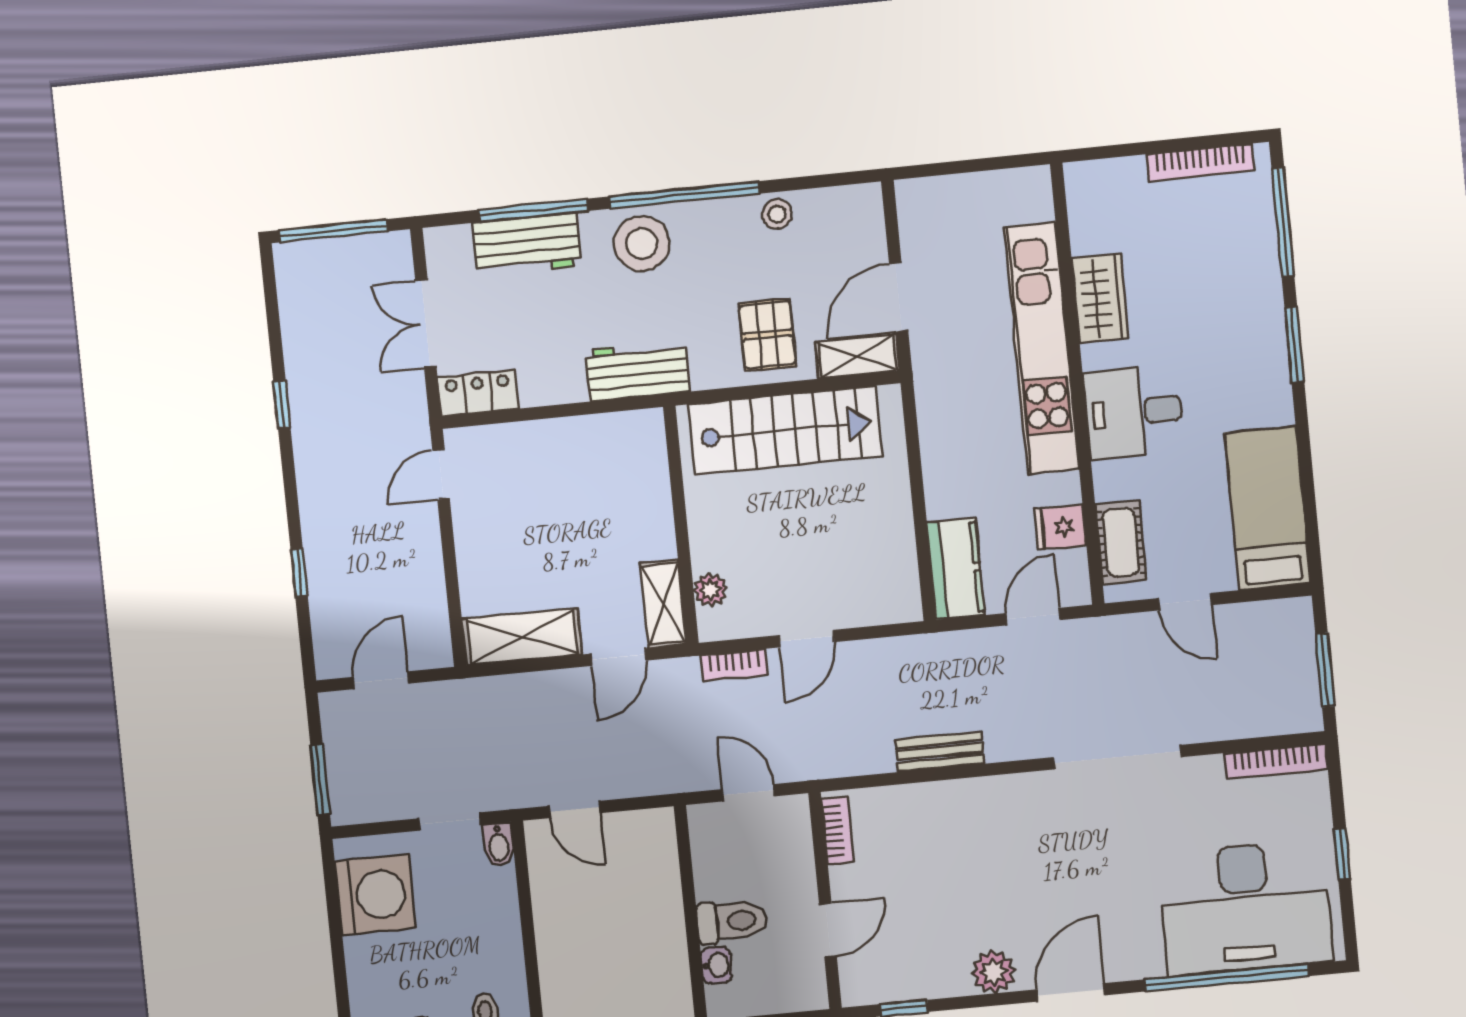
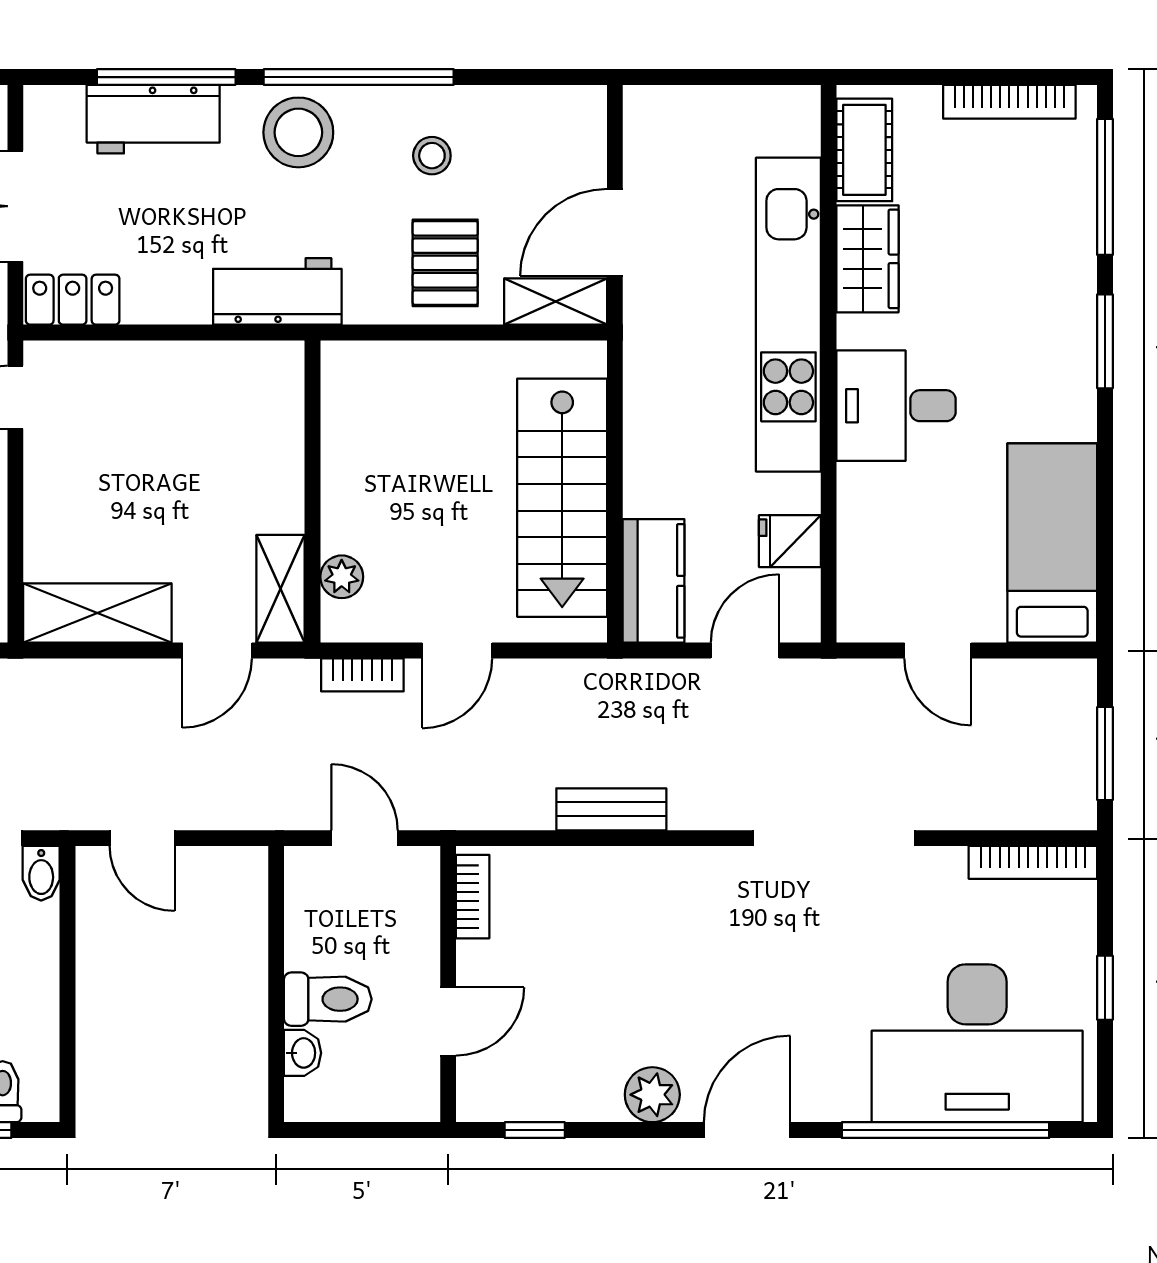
stool: (777, 214) -> (432, 156), moved
stairs: (785, 430) -> (562, 498), moved, turned 90
cot: (1121, 542) -> (864, 150), moved

